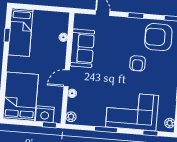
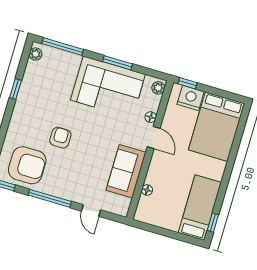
window: (136, 15) -> (50, 198), width x2.17
window: (7, 35) -> (213, 223), moved
door: (67, 78) -> (154, 138), hinge flipped
corner sofa: (132, 111) -> (108, 87), moved
window: (150, 133) -> (63, 46), width x2.17

